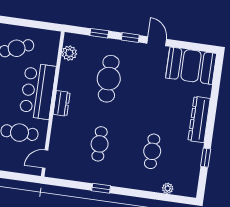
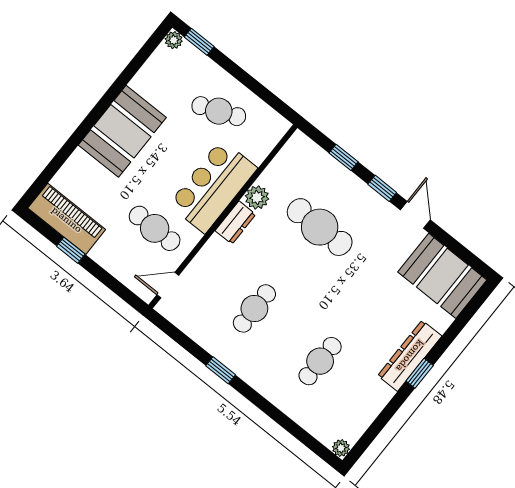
plant: (69, 53) -> (257, 197), moved
cafe table: (109, 79) -> (320, 227), turned 90
window: (206, 158) -> (420, 373), moved
plant: (168, 188) -> (341, 448), moved

